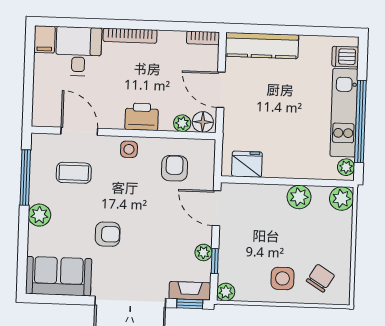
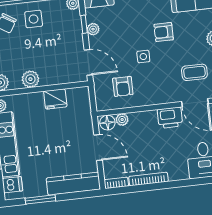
window: (310, 31) -> (40, 199), added
bookcase: (130, 36) -> (148, 179), moved
printer: (142, 117) -> (170, 118), moved
side table: (129, 149) -> (143, 57), moved
fridge: (247, 164) -> (55, 99), moved

